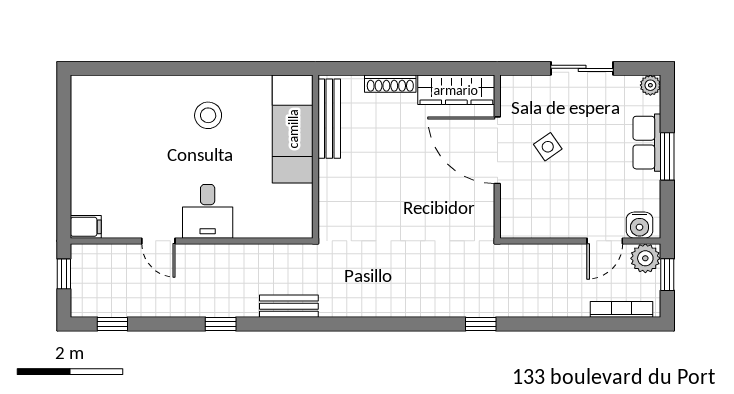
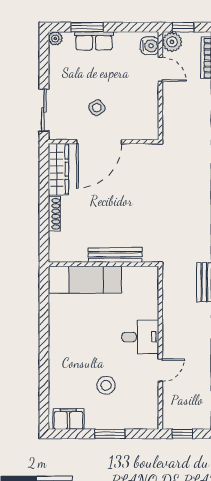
sliding door: (582, 68) -> (44, 110), moved
stool: (208, 115) -> (106, 385), moved
bench: (329, 119) -> (115, 255), moved
window: (667, 156) -> (87, 27), moved
window: (64, 166) -> (110, 434), added
filing cabinet: (86, 227) -> (68, 419), moved, width x2.00

